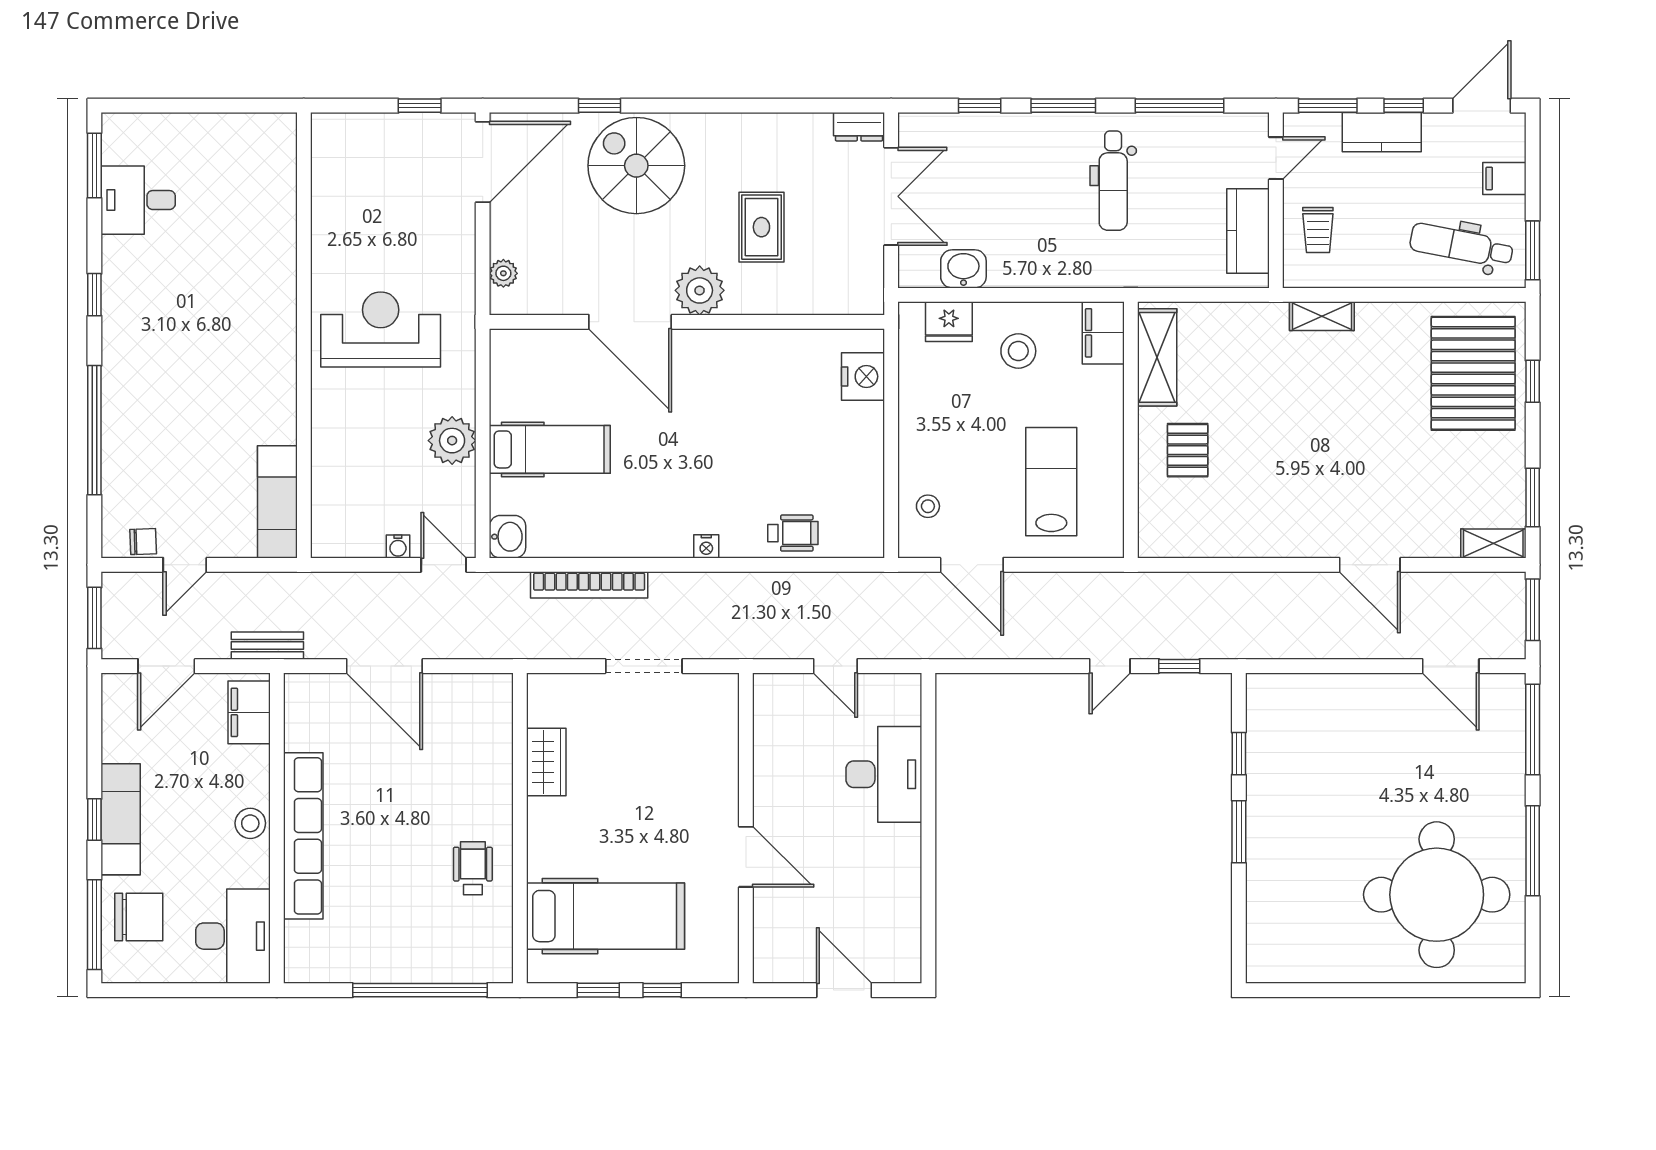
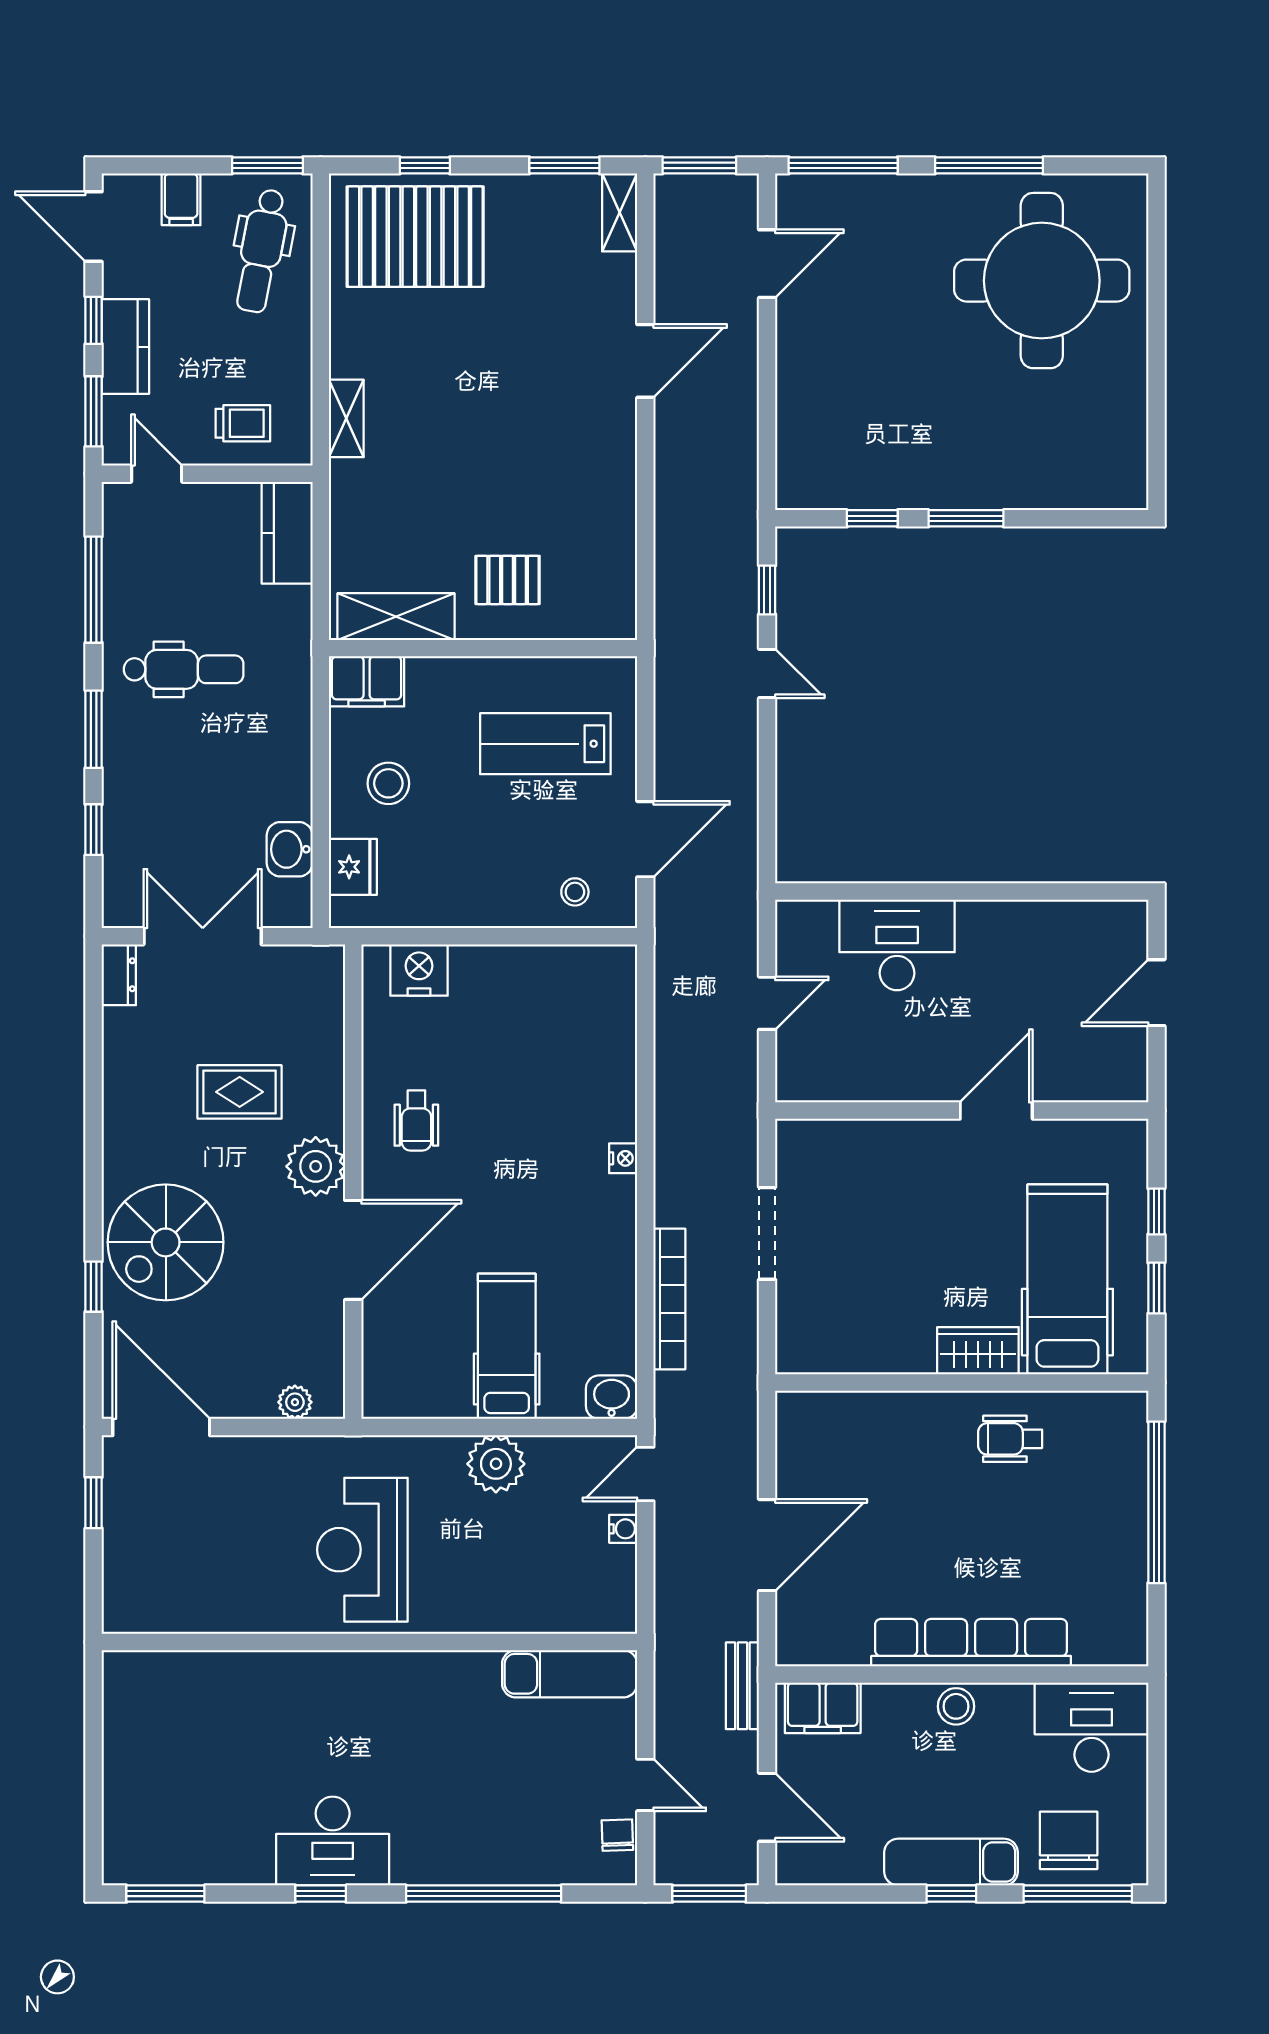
desk: (138, 200) -> (333, 1841), moved, width x1.37
kitchen counter: (1248, 231) -> (287, 533), moved, turned 90
wheelchair: (793, 533) -> (416, 1120), moved, turned 180
wardrobe: (546, 762) -> (978, 1351), moved

